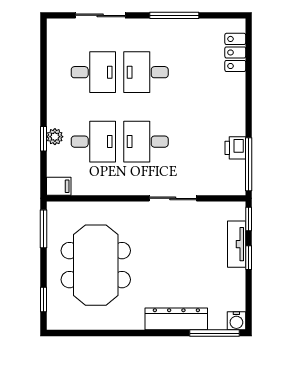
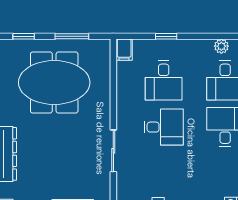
plant: (55, 137) -> (221, 46), moved
desk: (146, 142) -> (164, 127), turned 90
window: (44, 229) -> (72, 36), moved

